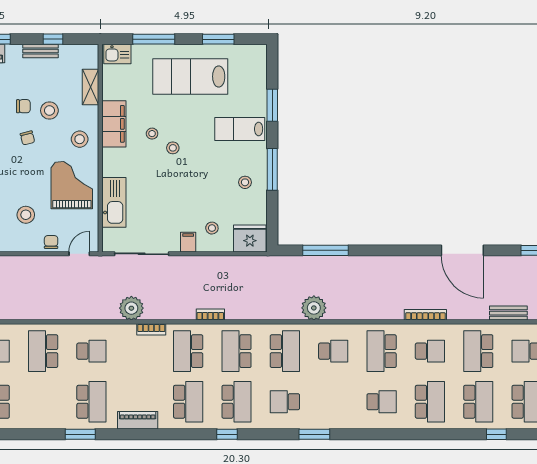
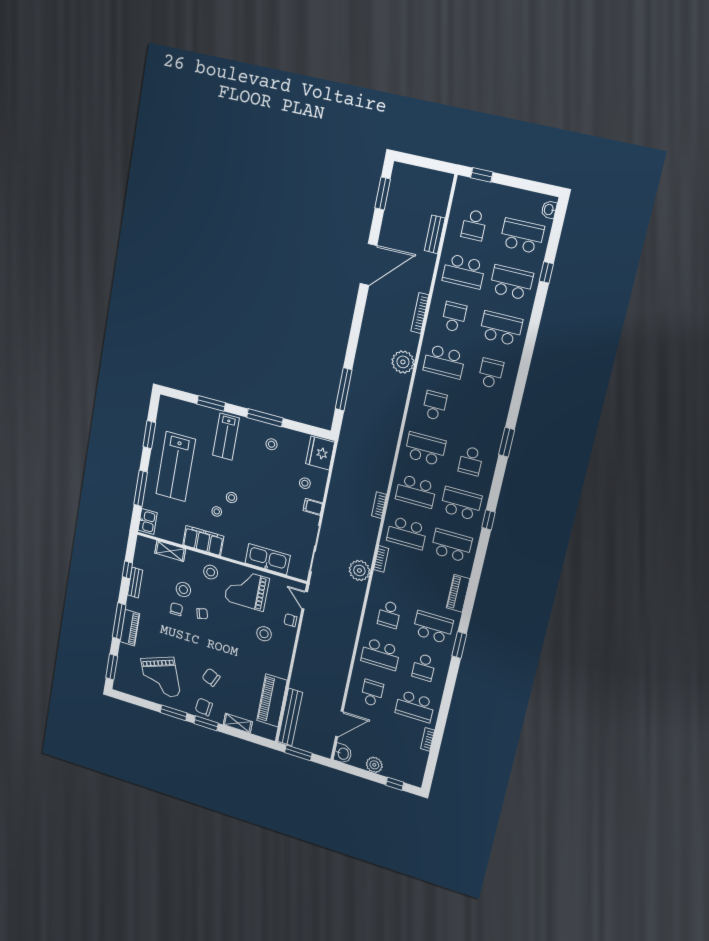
plant: (314, 308) -> (403, 362), moved
school desk: (91, 351) -> (389, 614), turned 180
school desk: (43, 402) -> (424, 667), added

